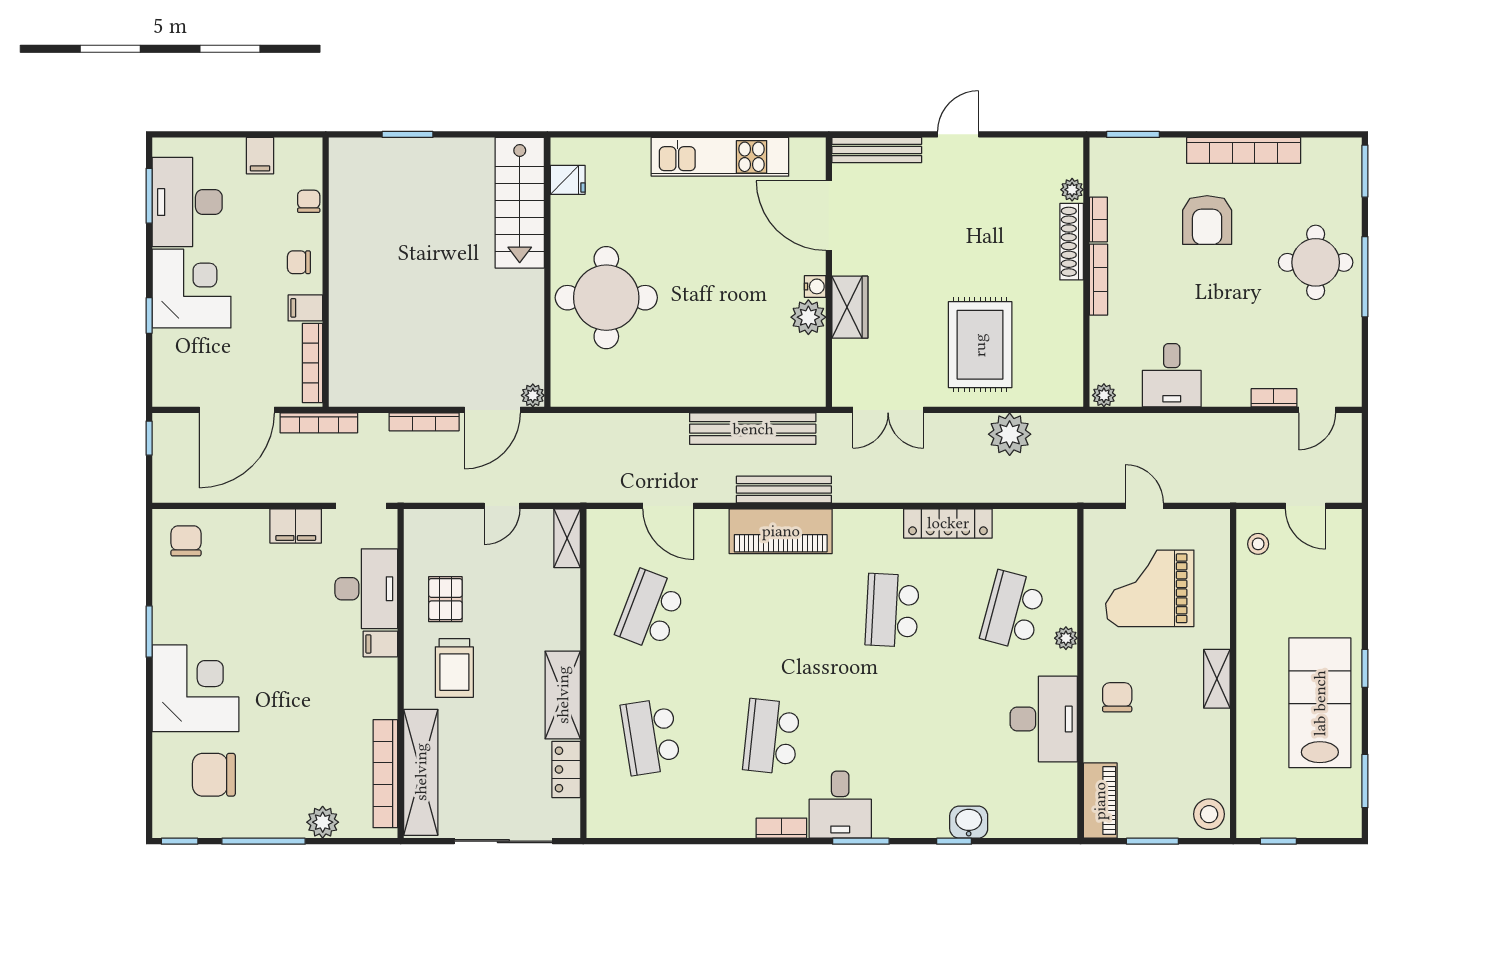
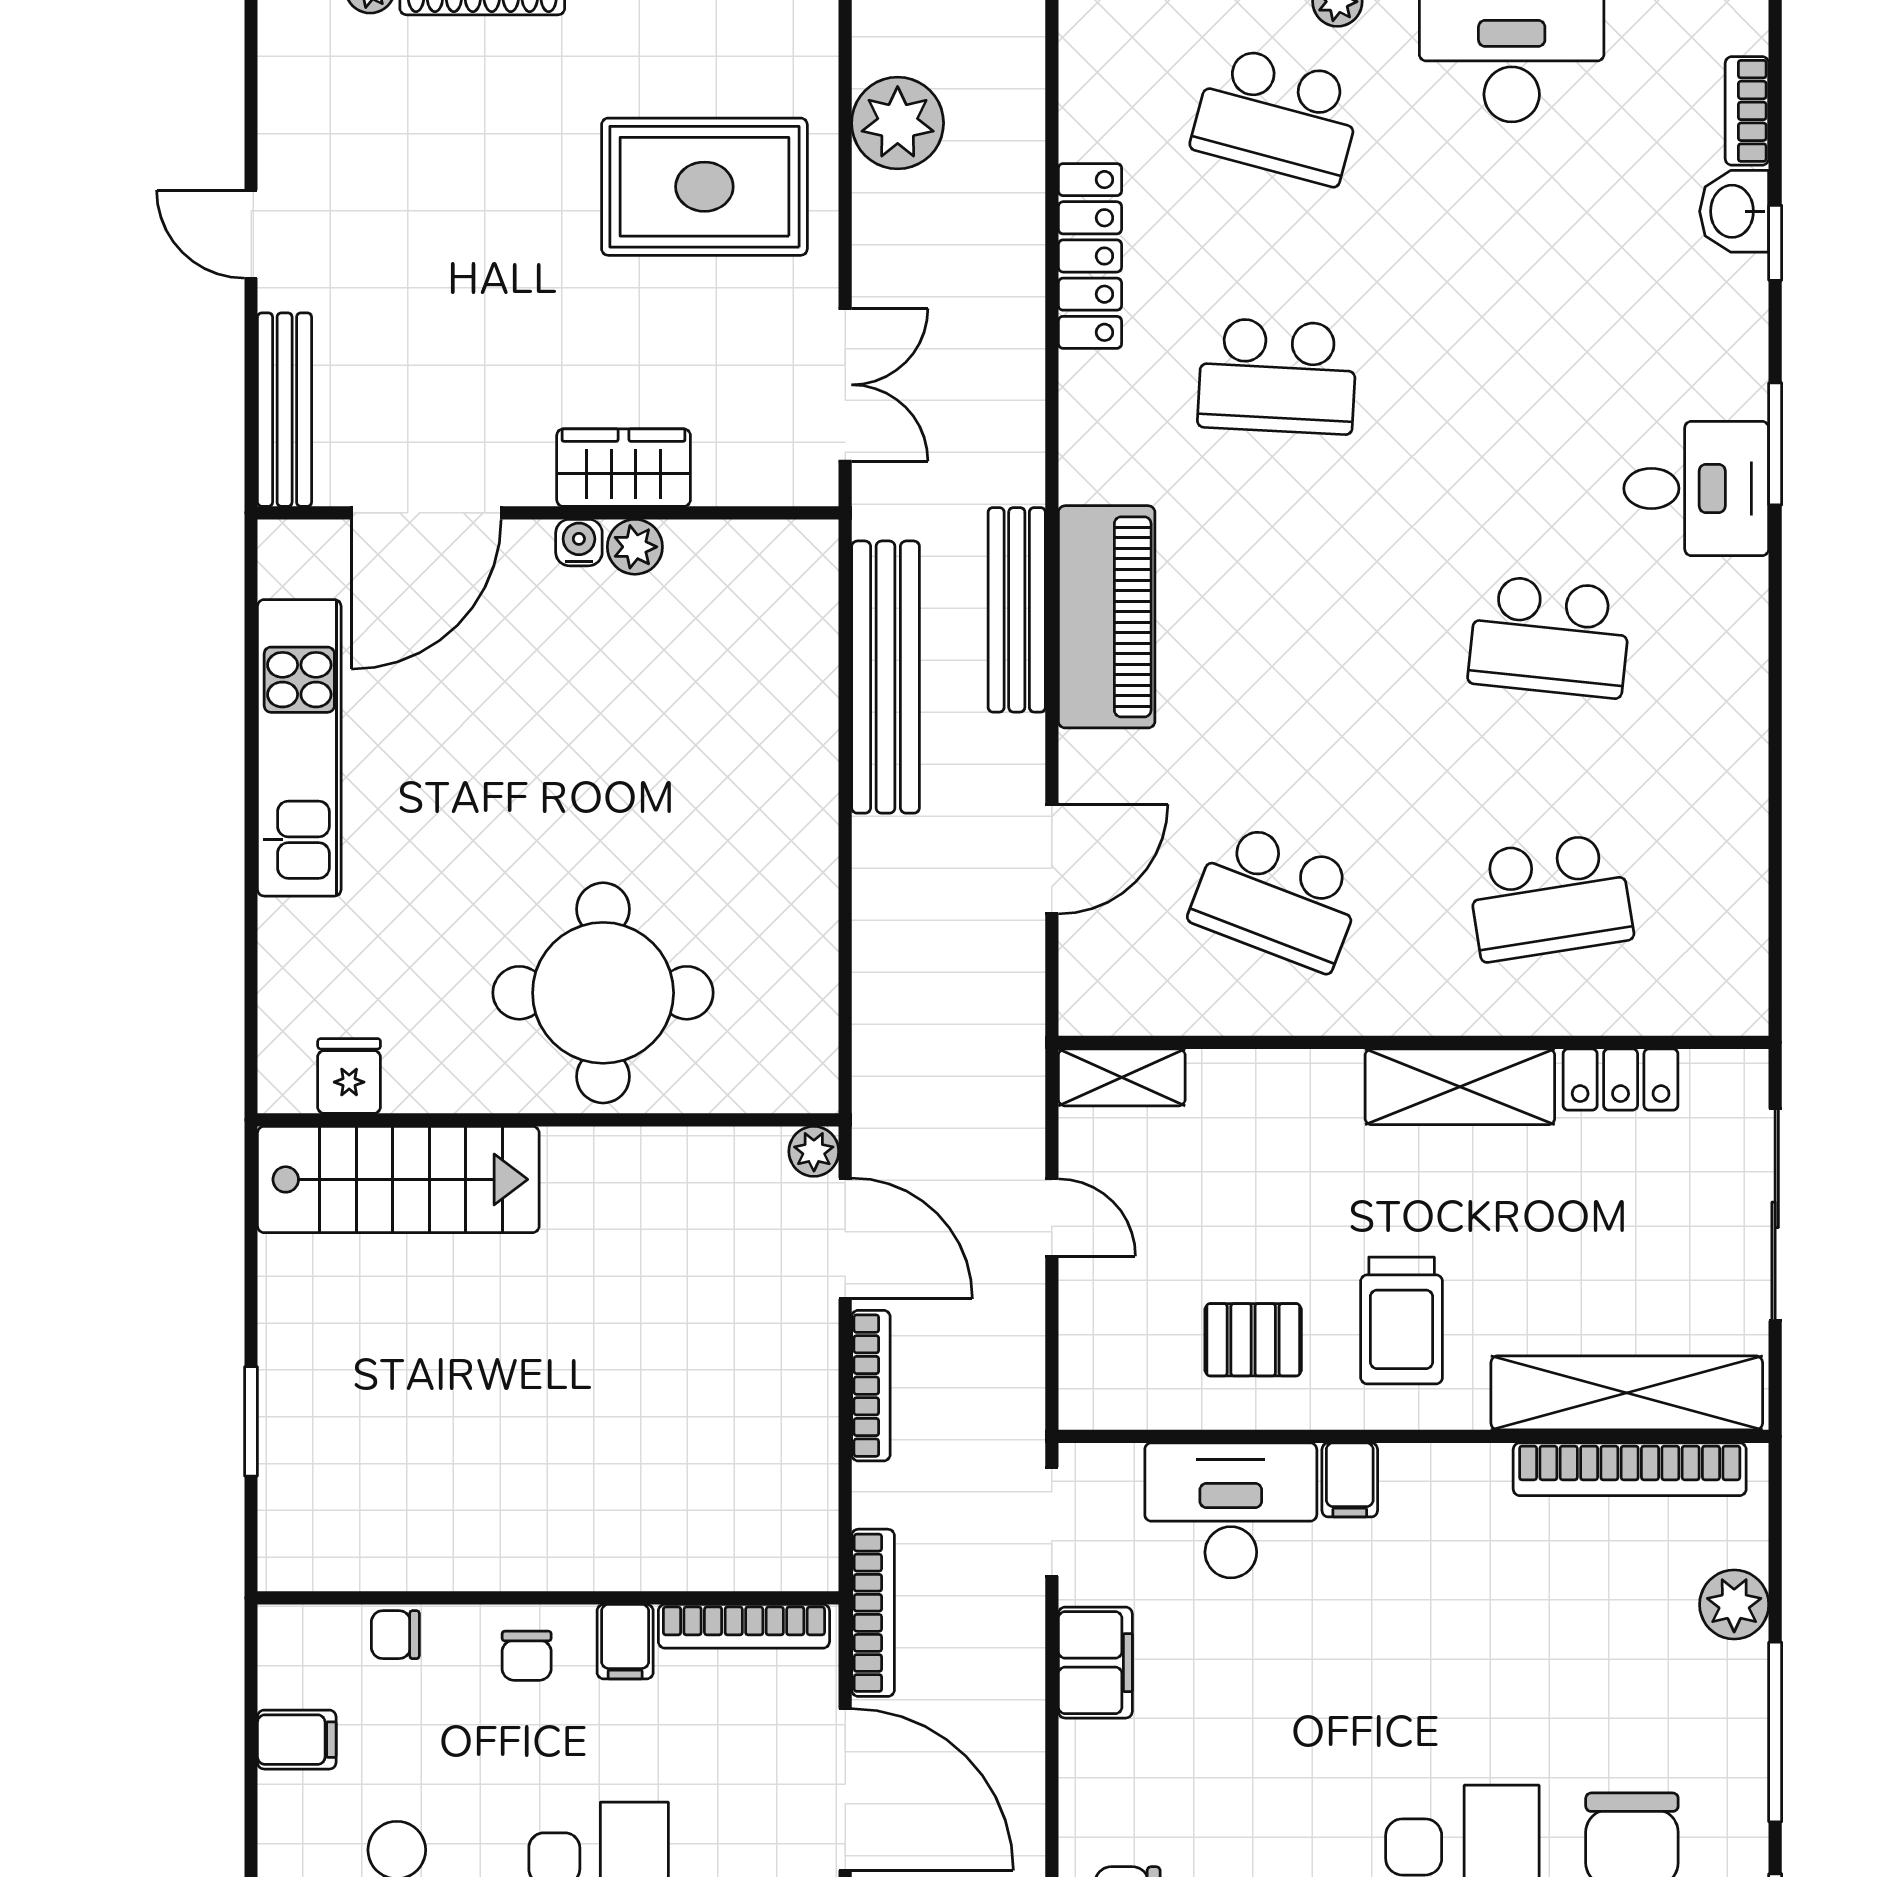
plant: (808, 317) -> (635, 547), width x0.73, depth x0.73
trolley: (454, 668) -> (1402, 1320), turned 90
bookcase: (781, 828) -> (1747, 111), moved

